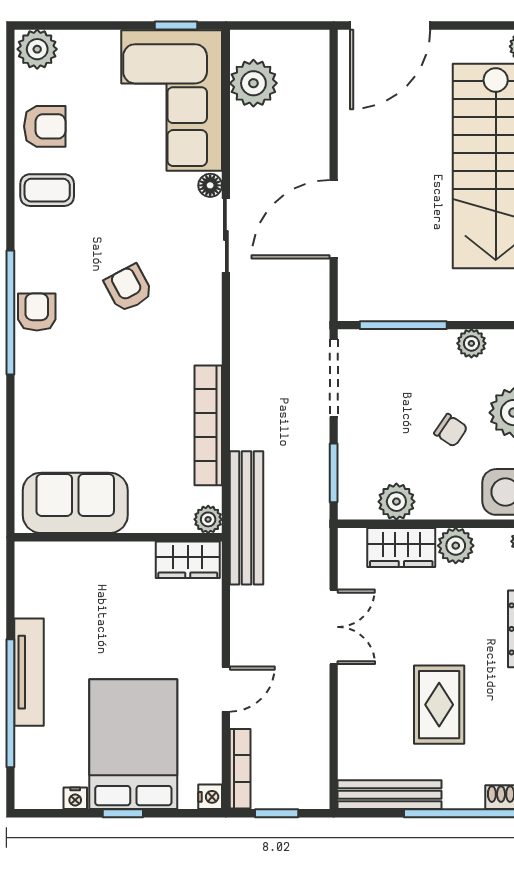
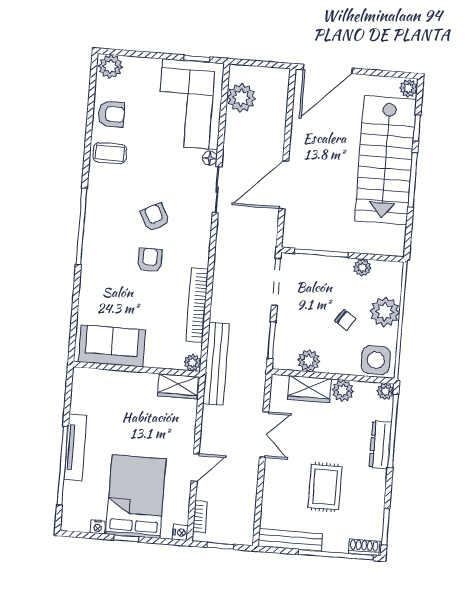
armchair: (37, 312) -> (150, 260), moved
bookcase: (240, 769) -> (200, 517), width x0.64

